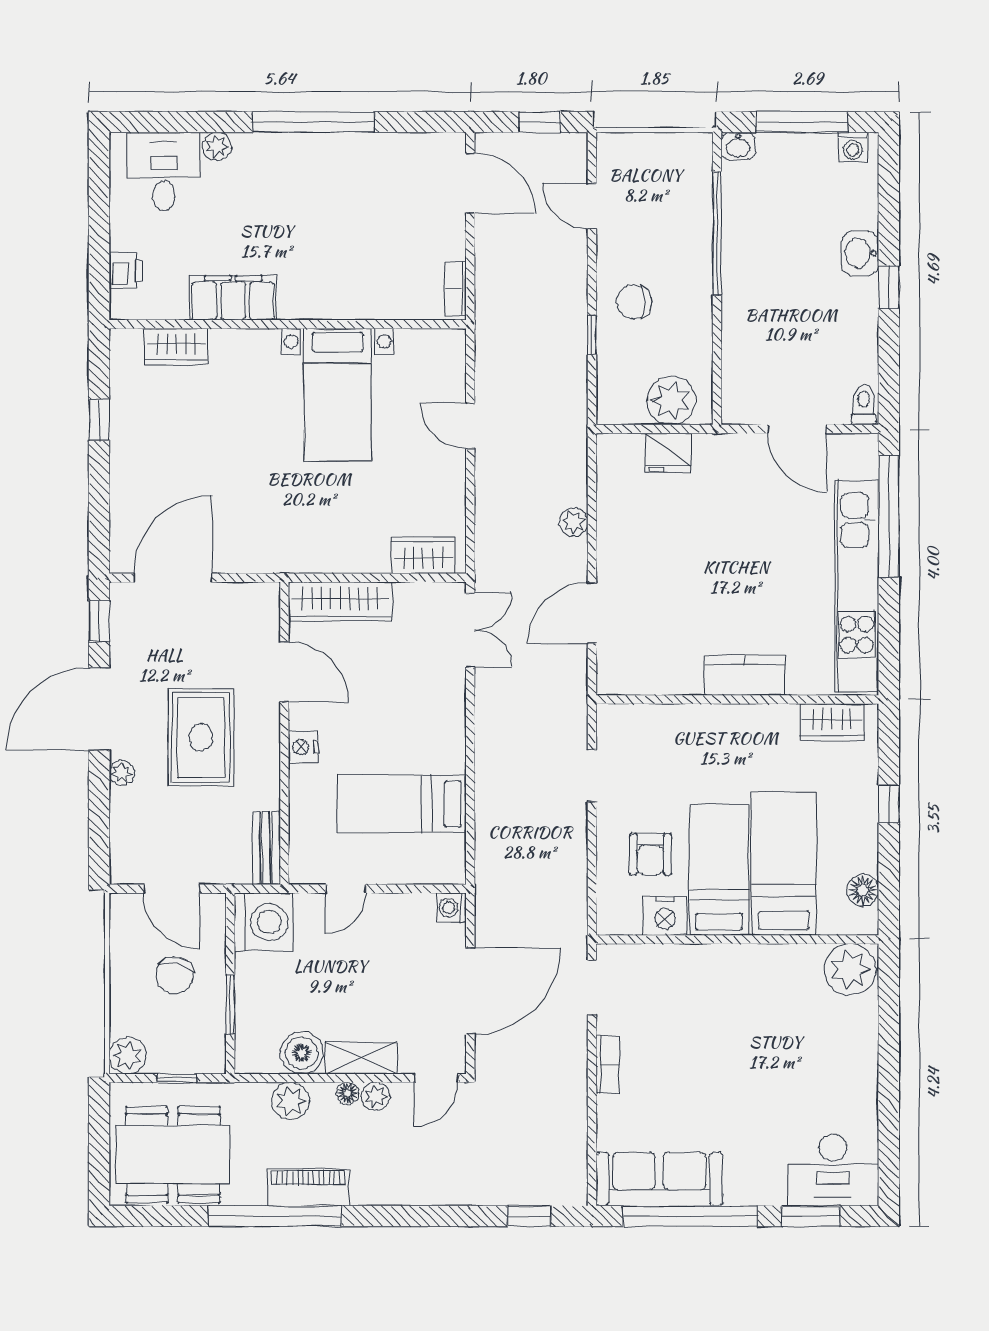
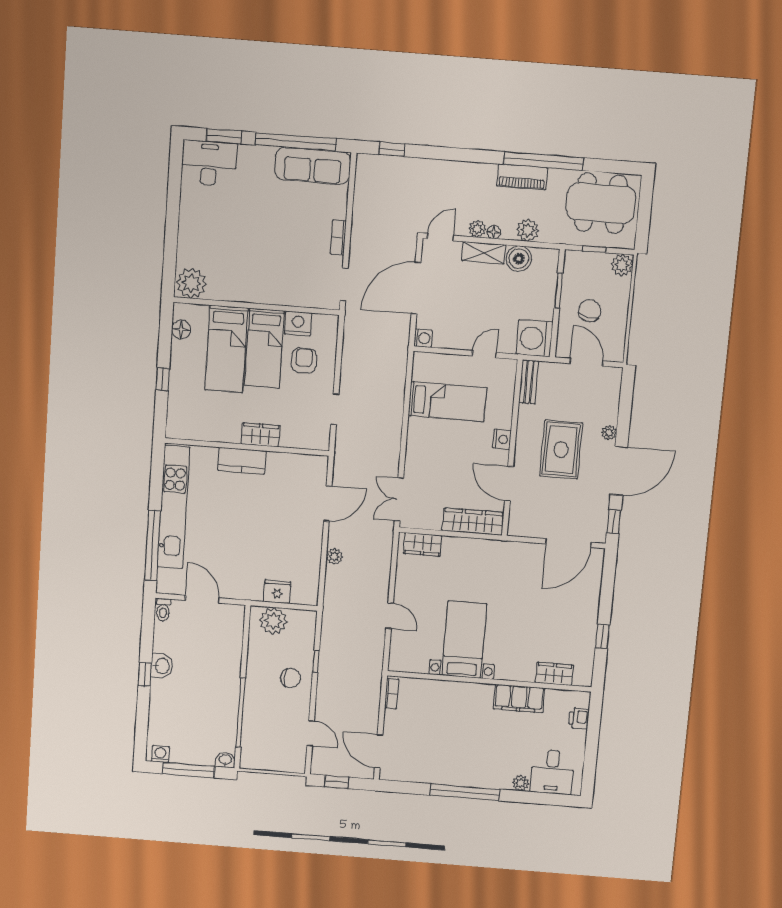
washbasin: (860, 253) -> (162, 666), moved
wardrobe: (832, 722) -> (261, 435), moved

